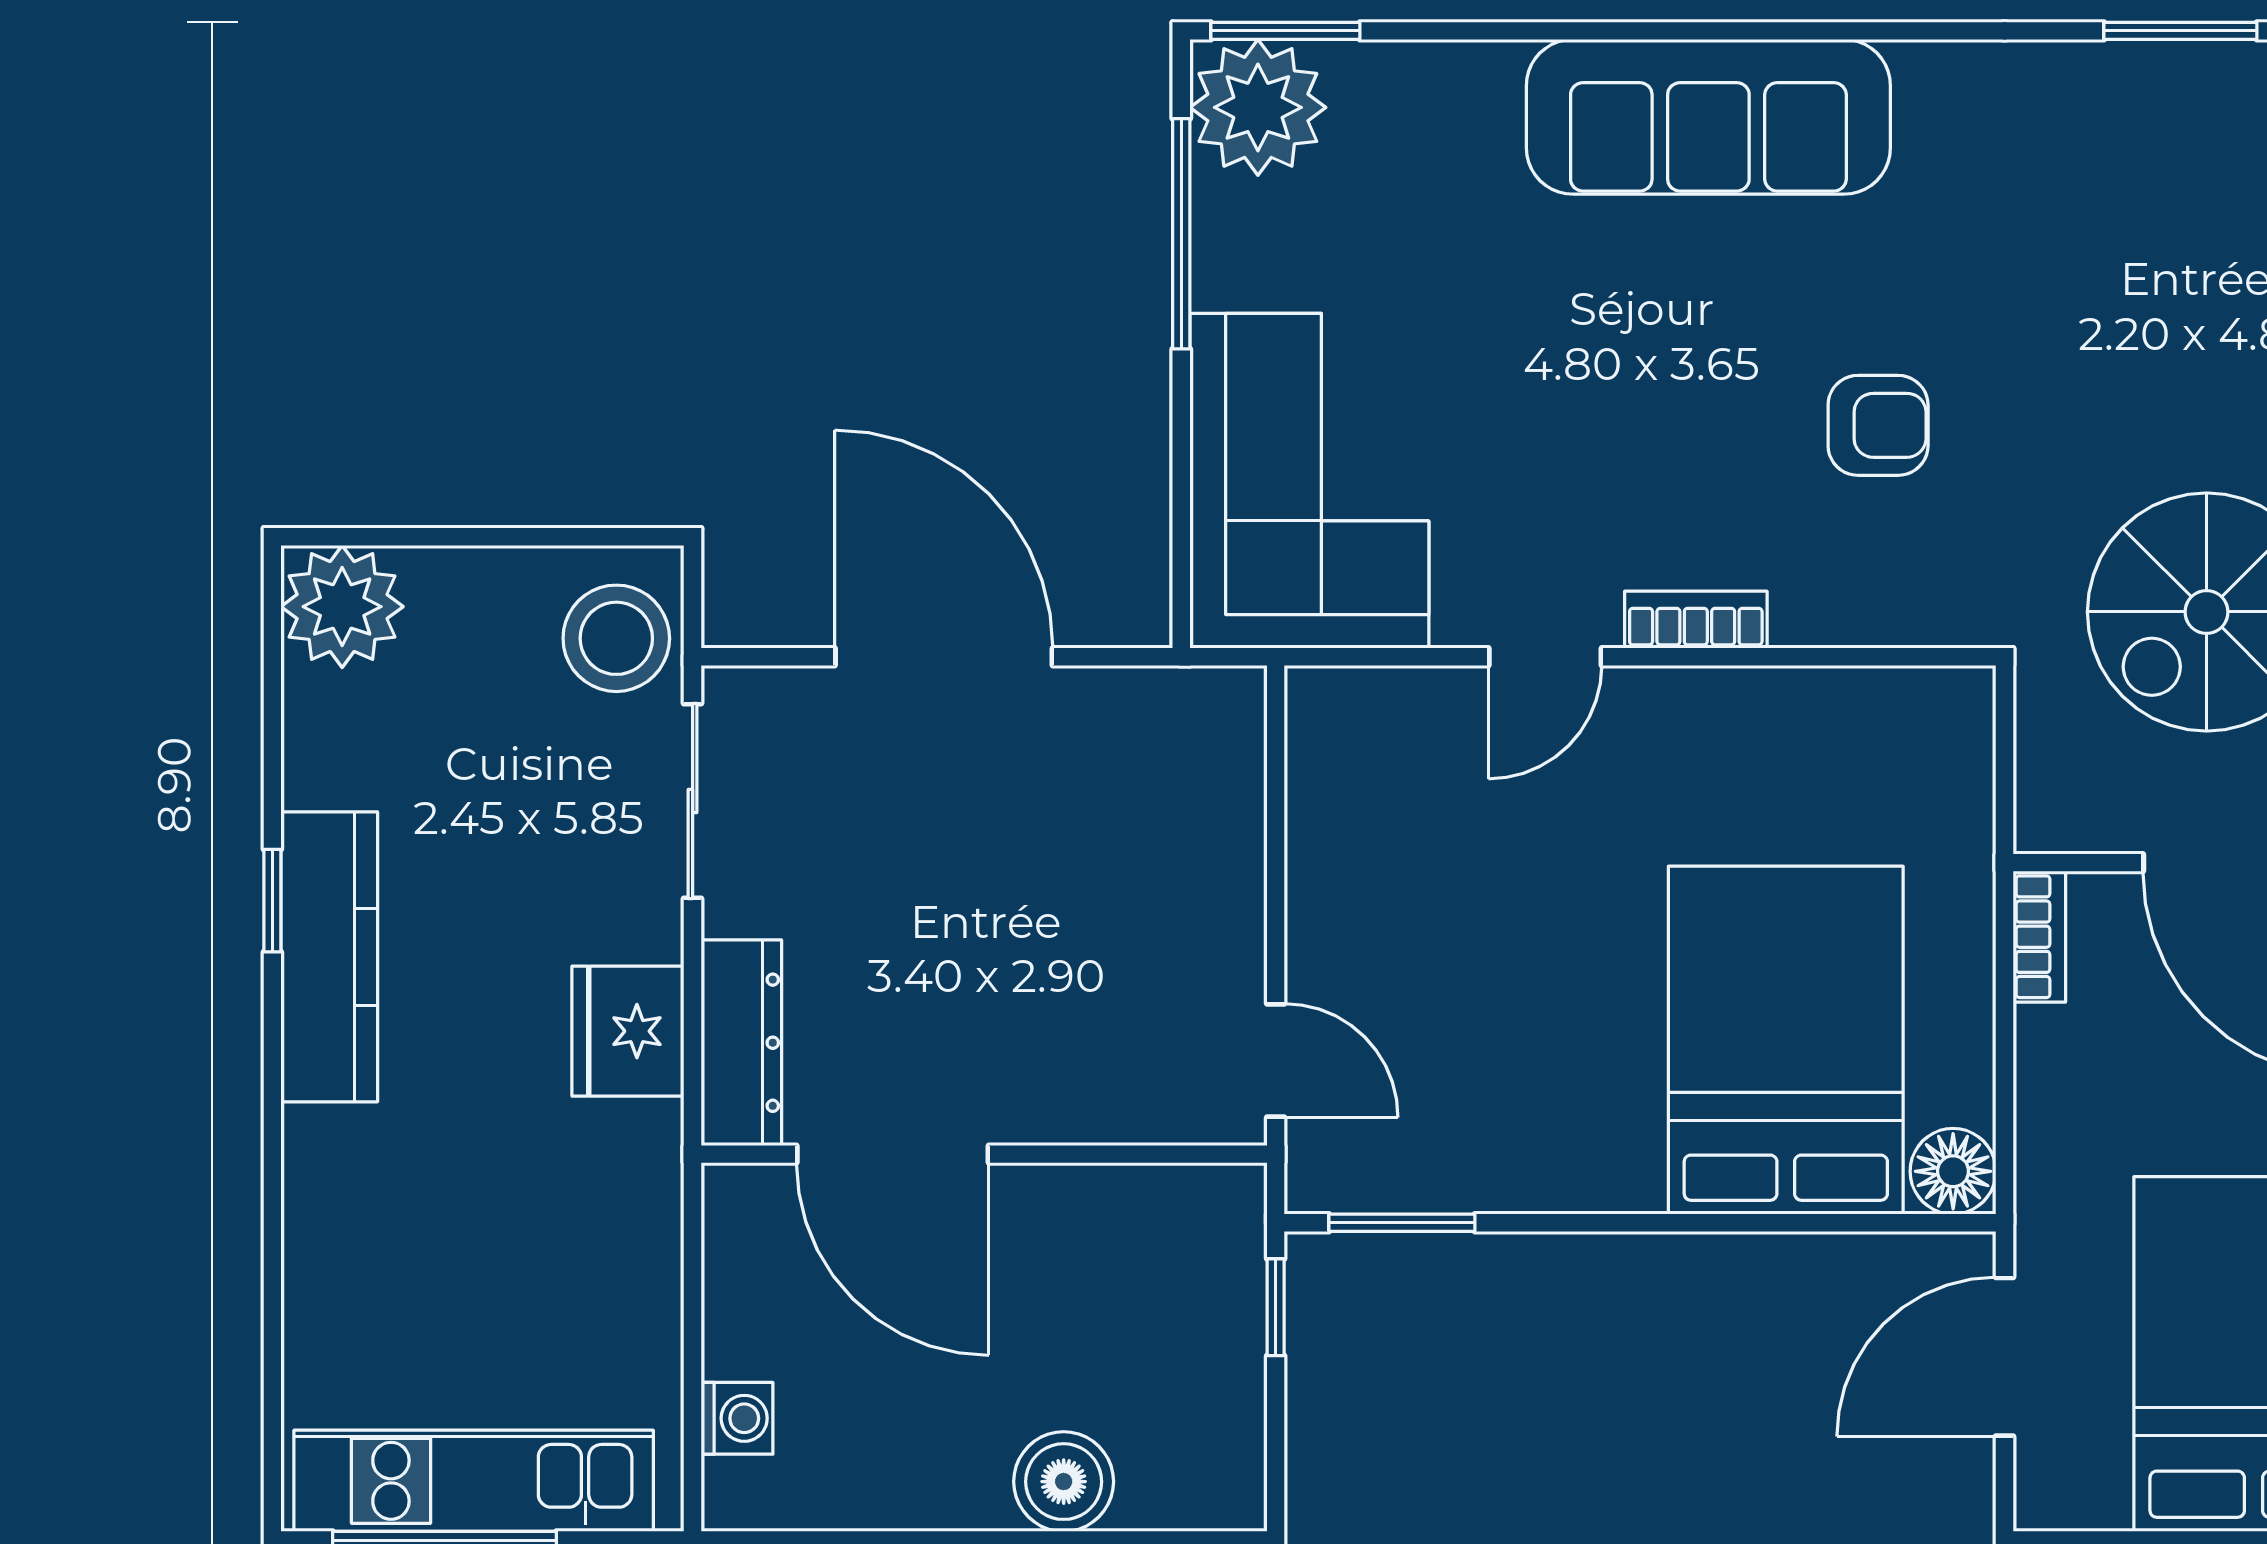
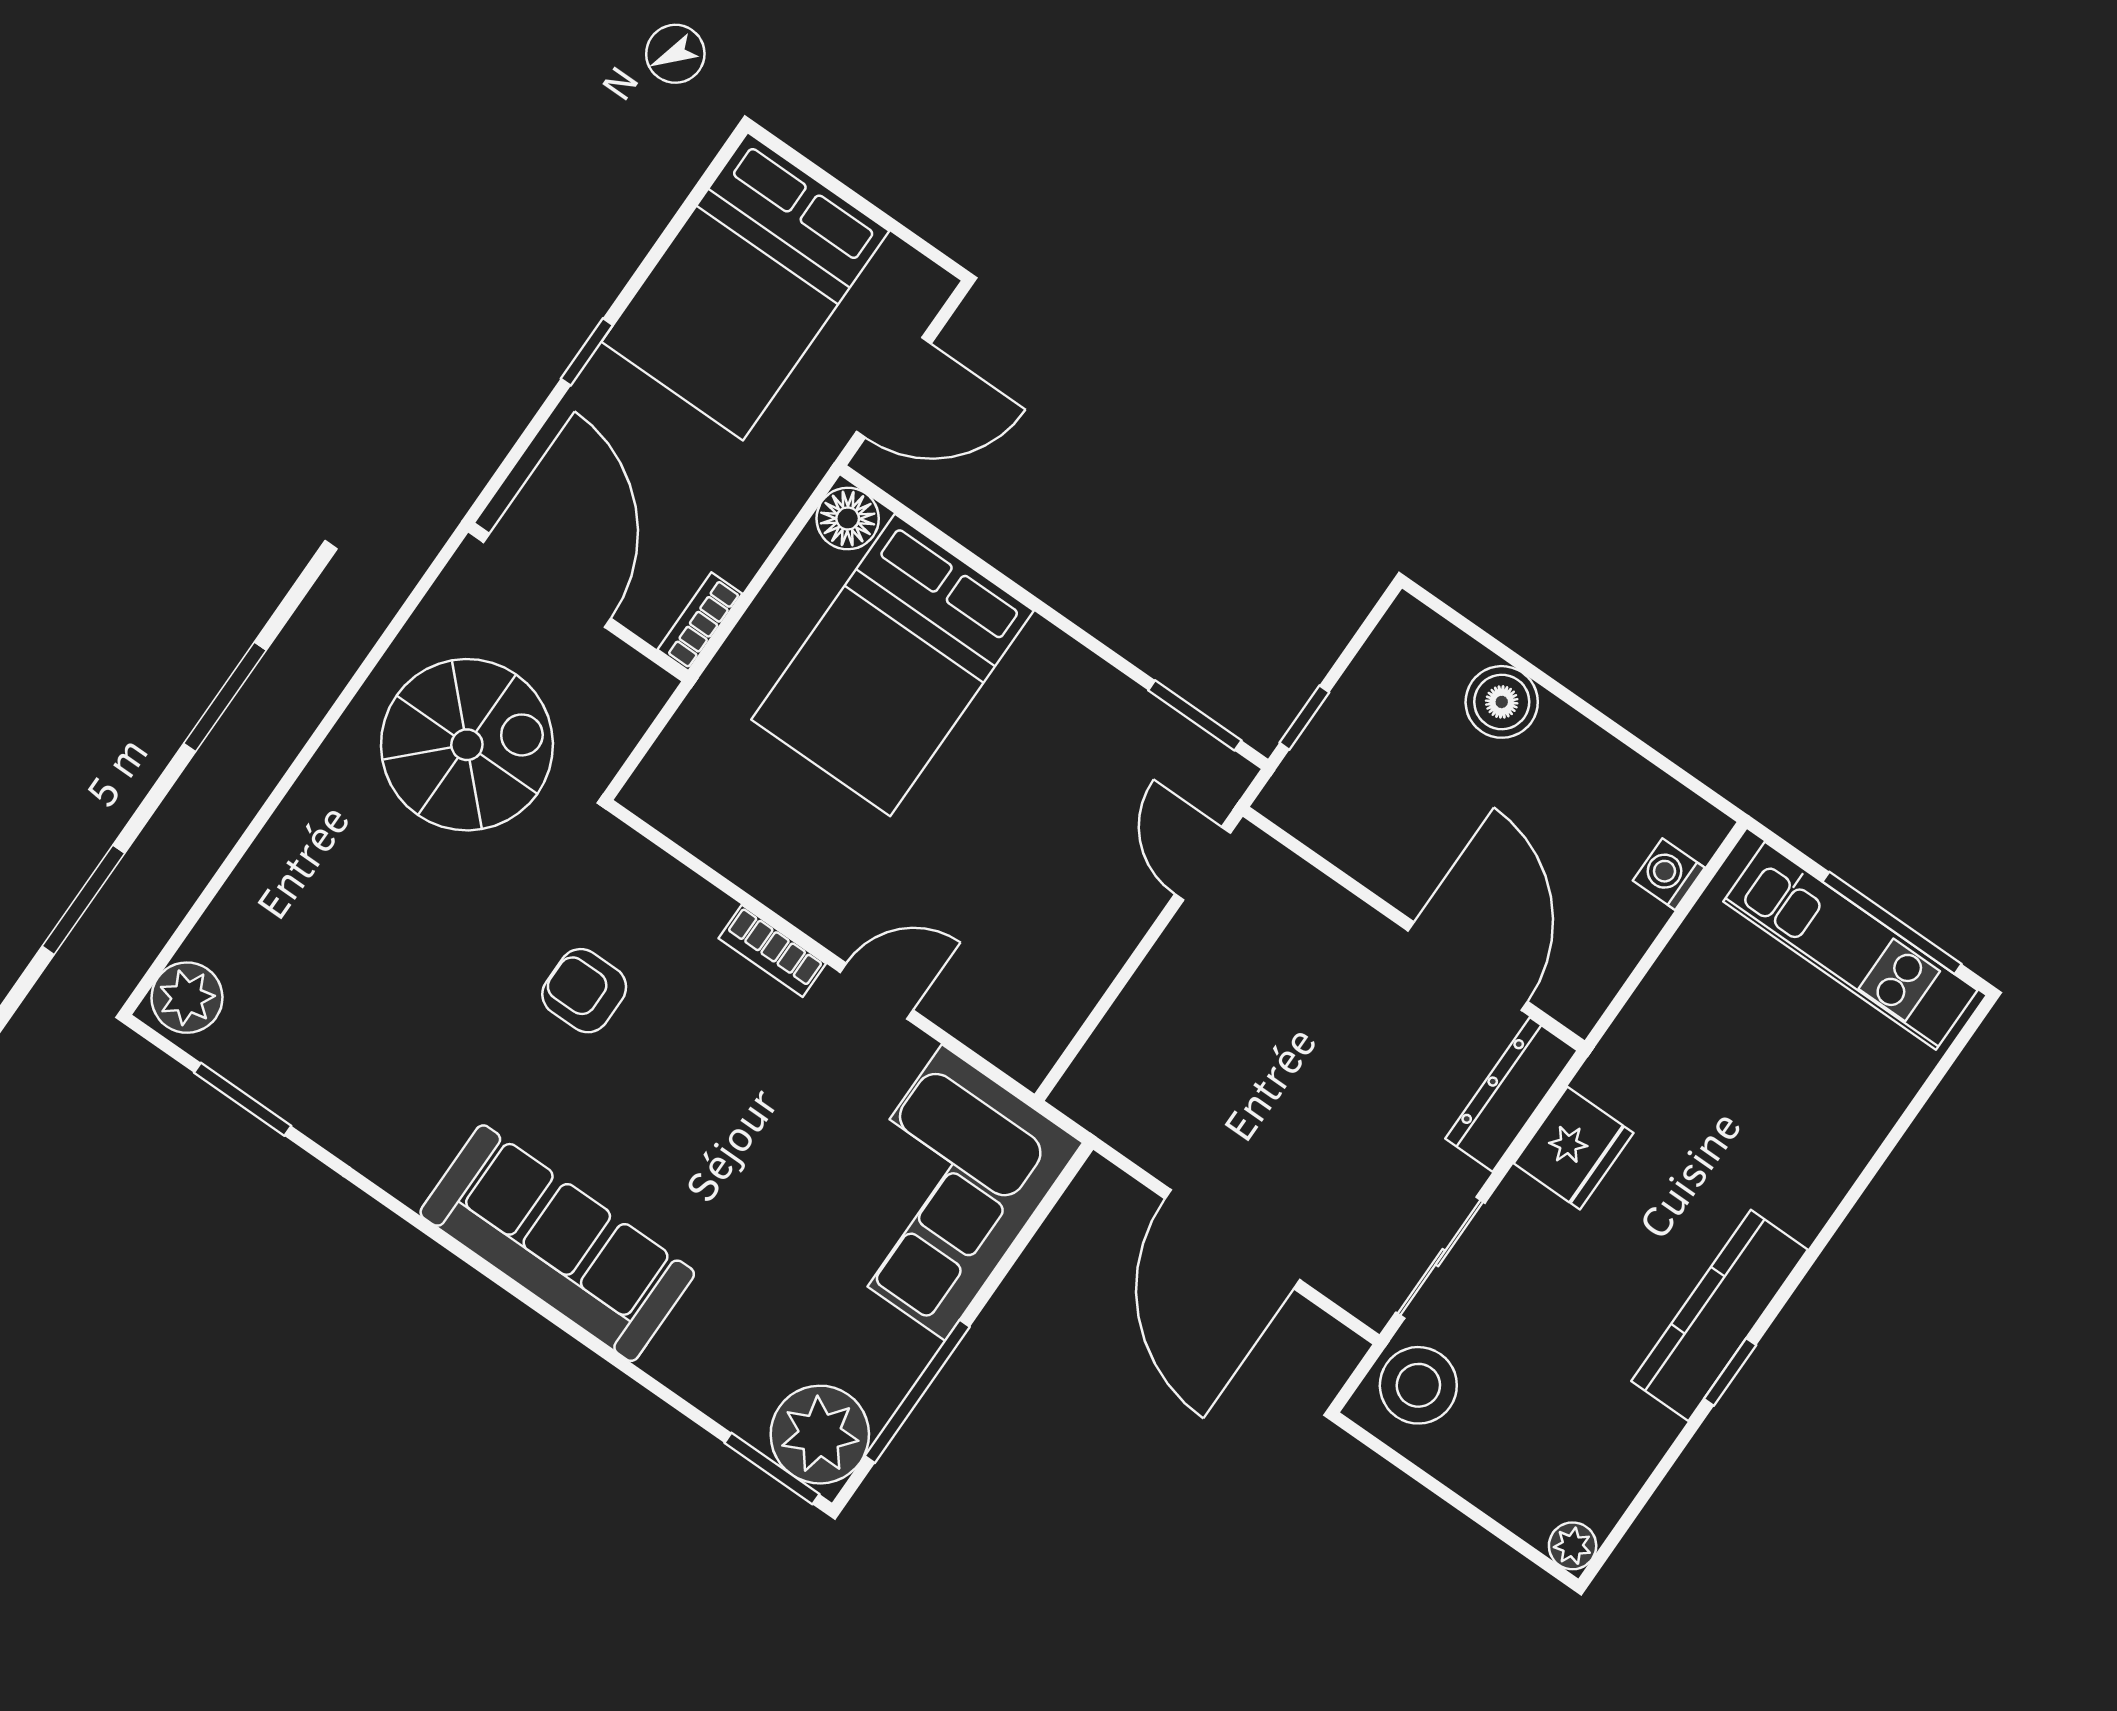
plant: (342, 607) -> (1573, 1546), width x0.53, depth x0.53

